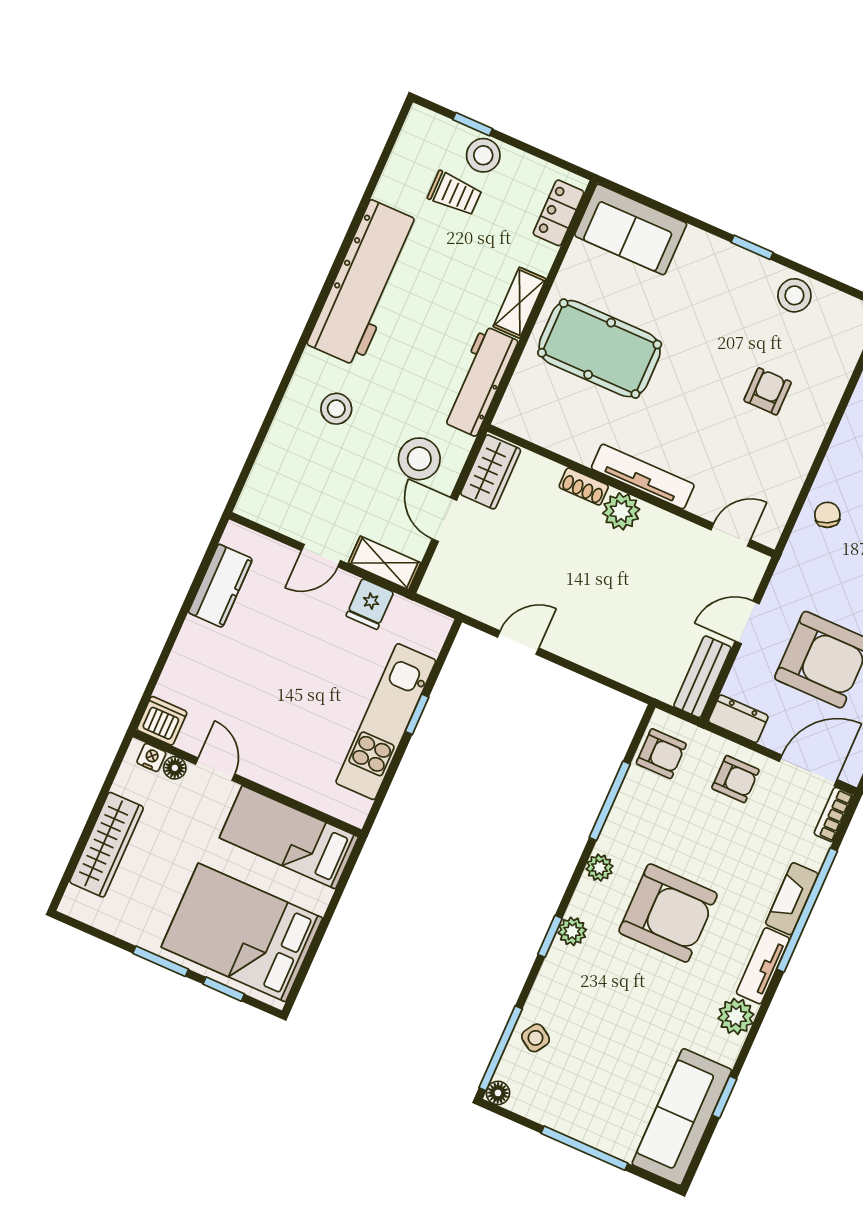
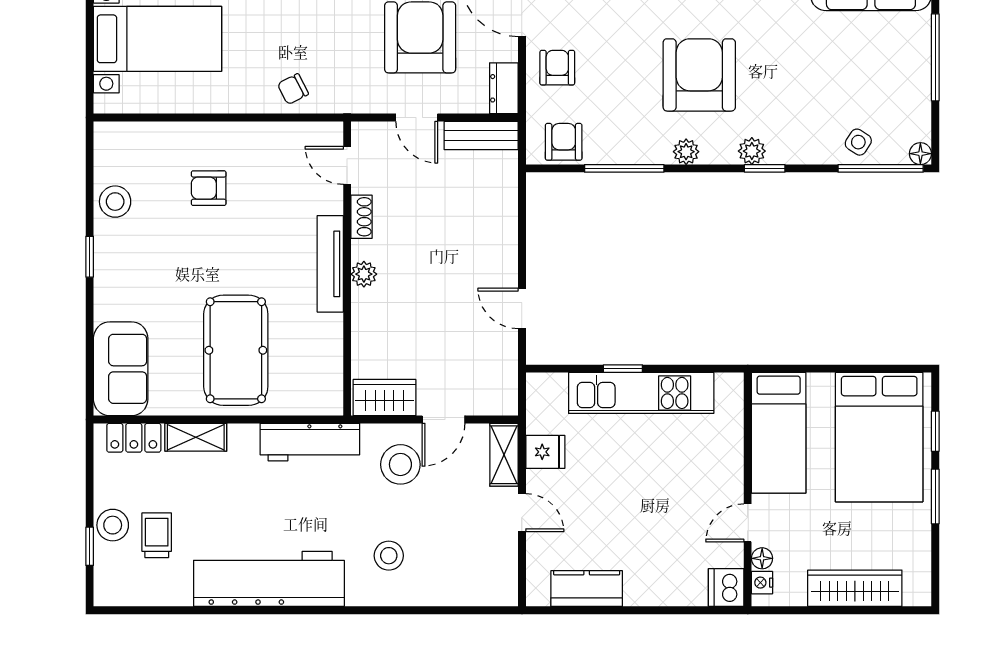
shelving: (520, 303) -> (196, 437), moved
shoe rack: (584, 486) -> (362, 217), moved
plant: (621, 511) -> (364, 274), width x0.73, depth x0.73

